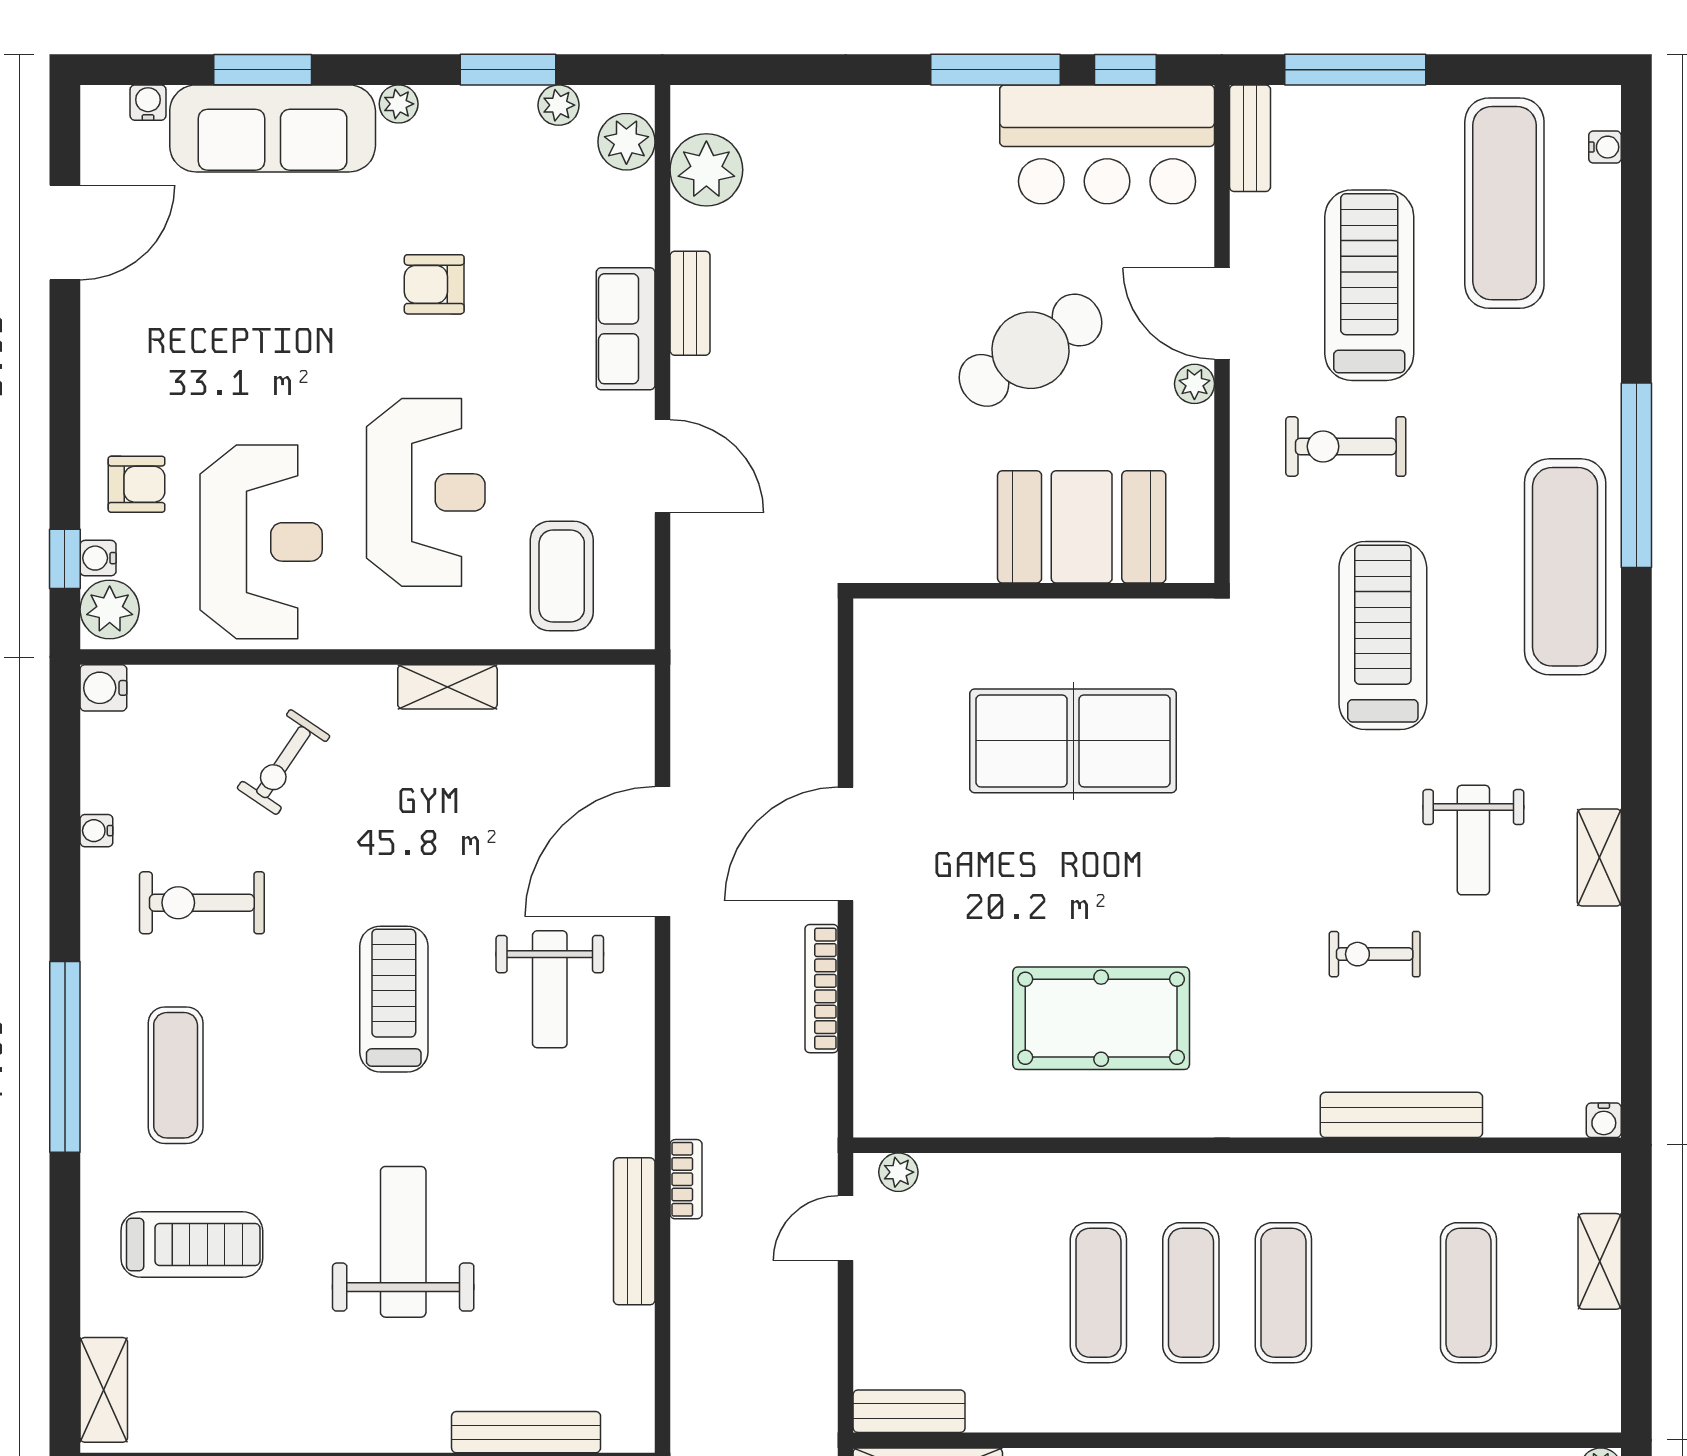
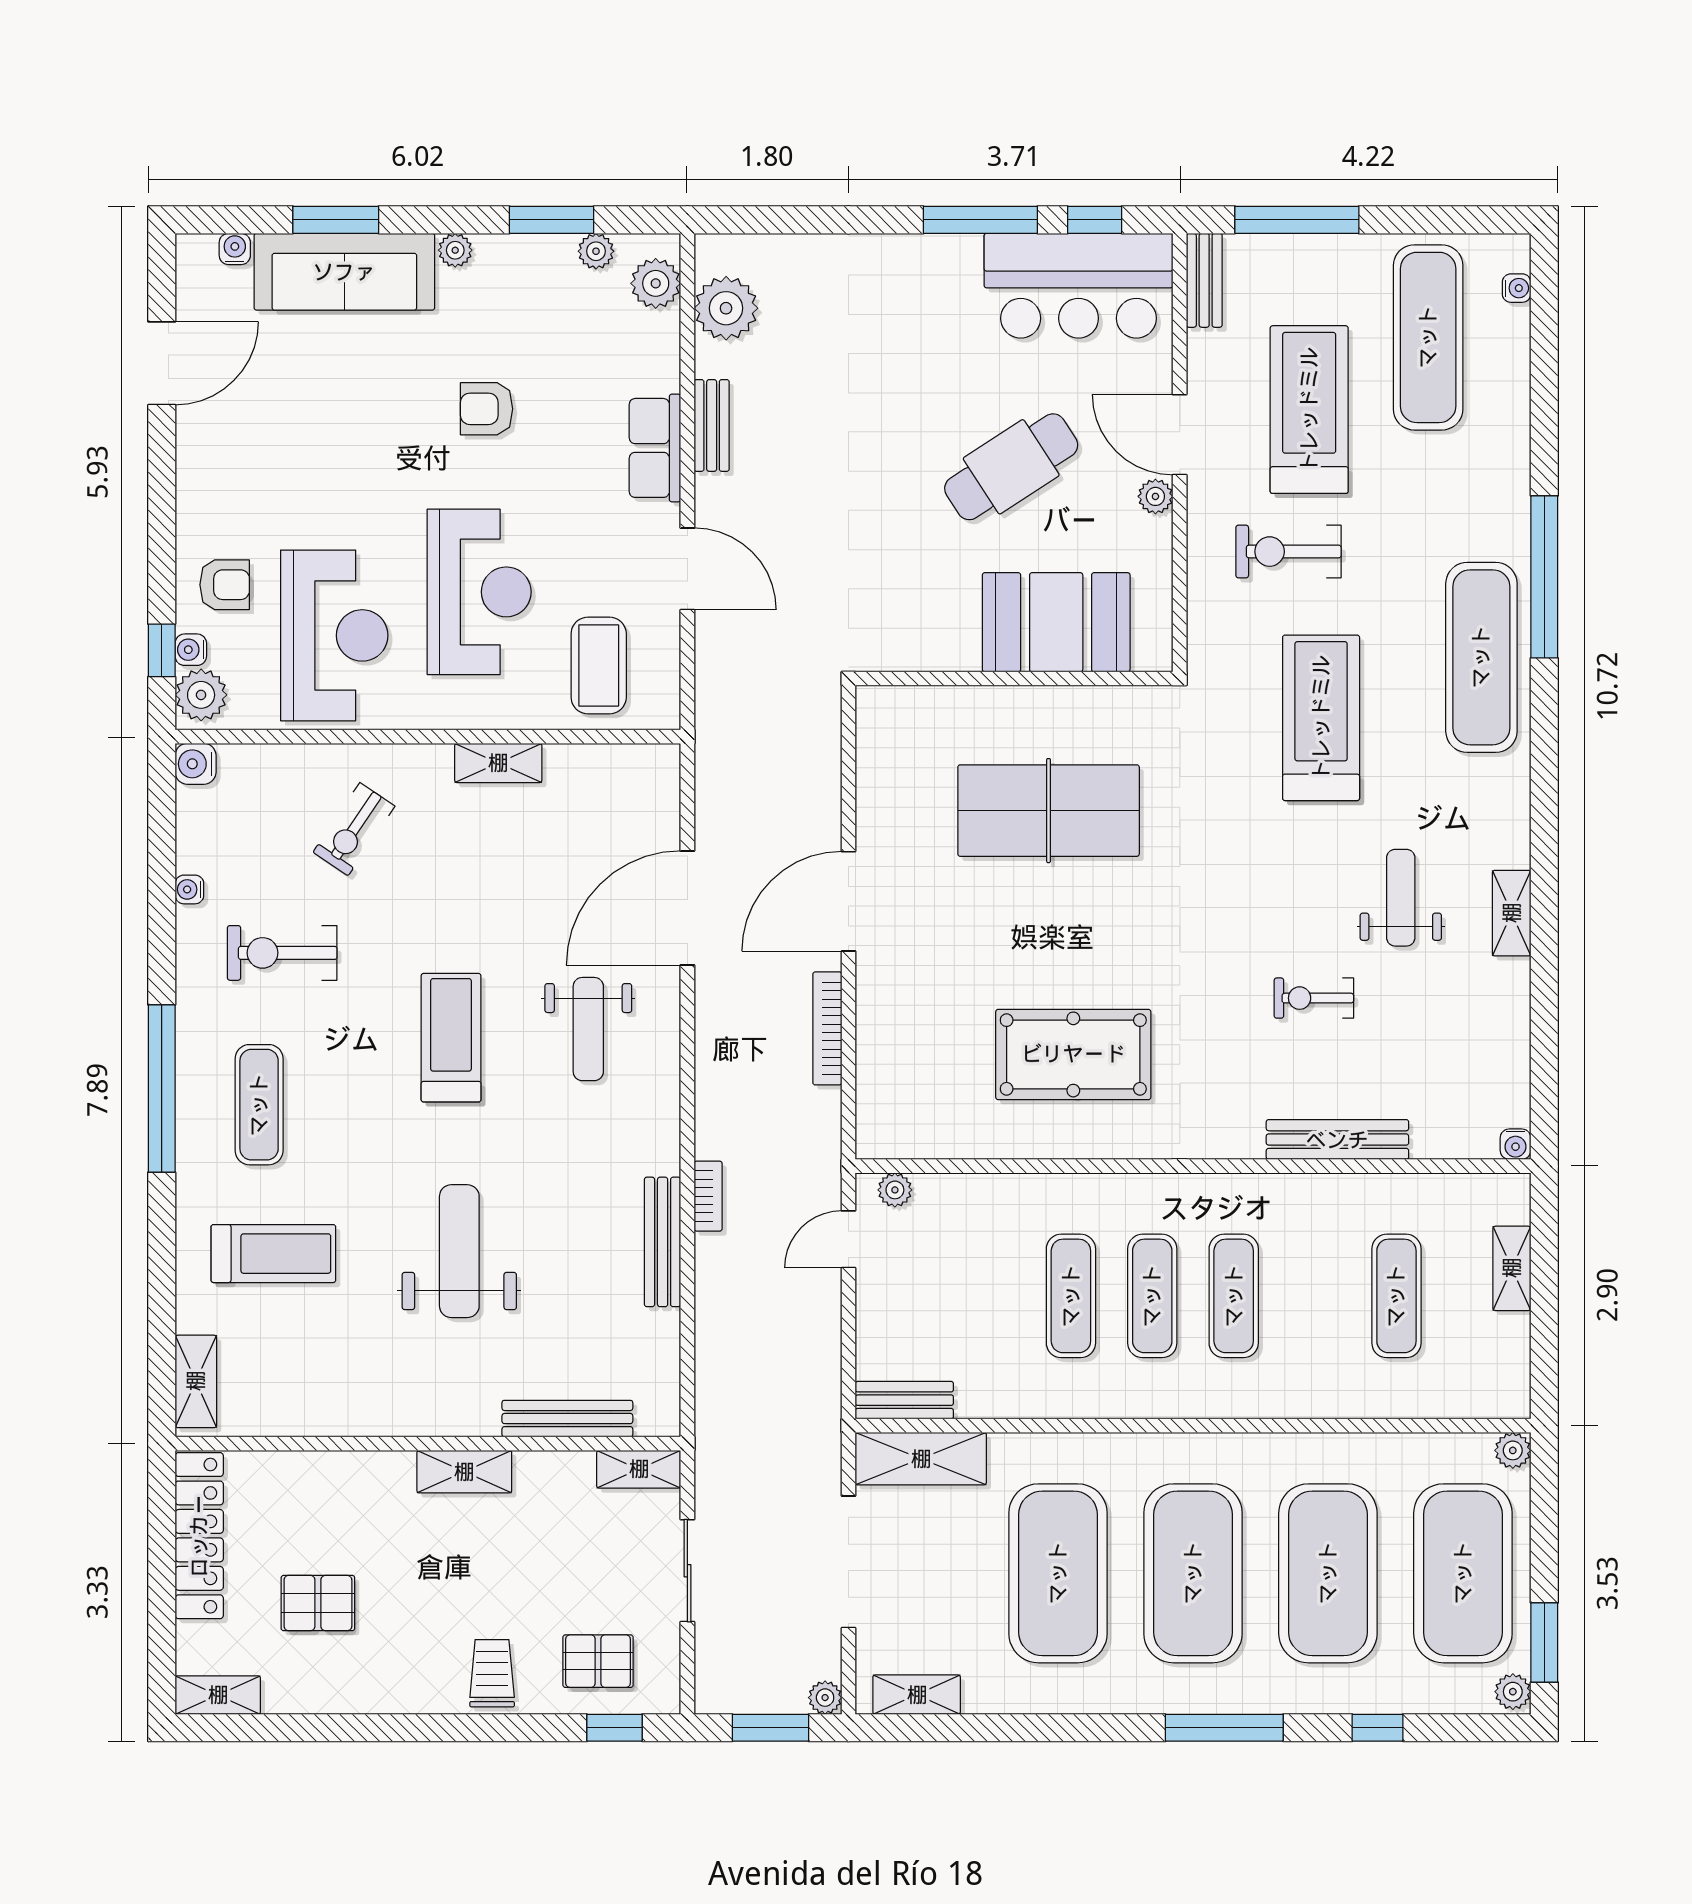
weight bench: (1473, 840) -> (1401, 898), turned 180

